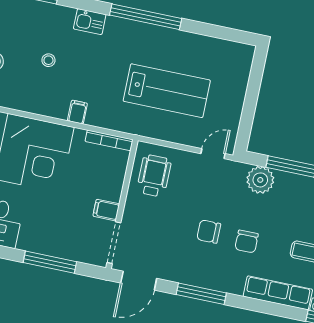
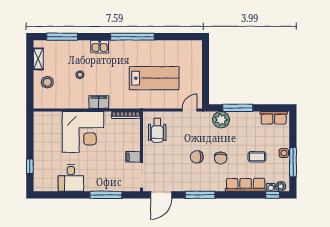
filing cabinet: (77, 112) -> (99, 102), width x2.00
wheelchair: (154, 176) -> (157, 130), turned 180

